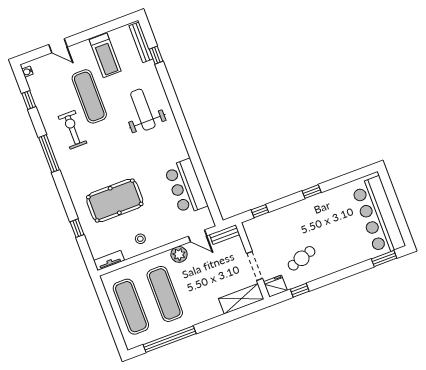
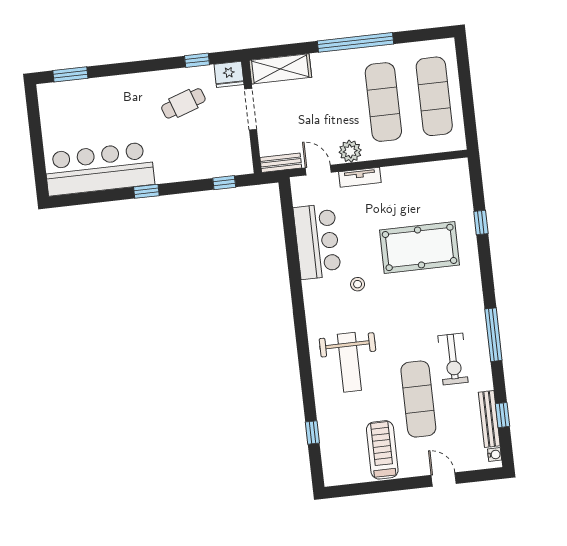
bench: (141, 42) -> (489, 419), moved
bar counter: (378, 216) -> (99, 169), moved, turned -90
stool: (140, 239) -> (358, 284), moved
tv unit: (109, 260) -> (360, 177), moved
window: (170, 339) -> (355, 42), moved

